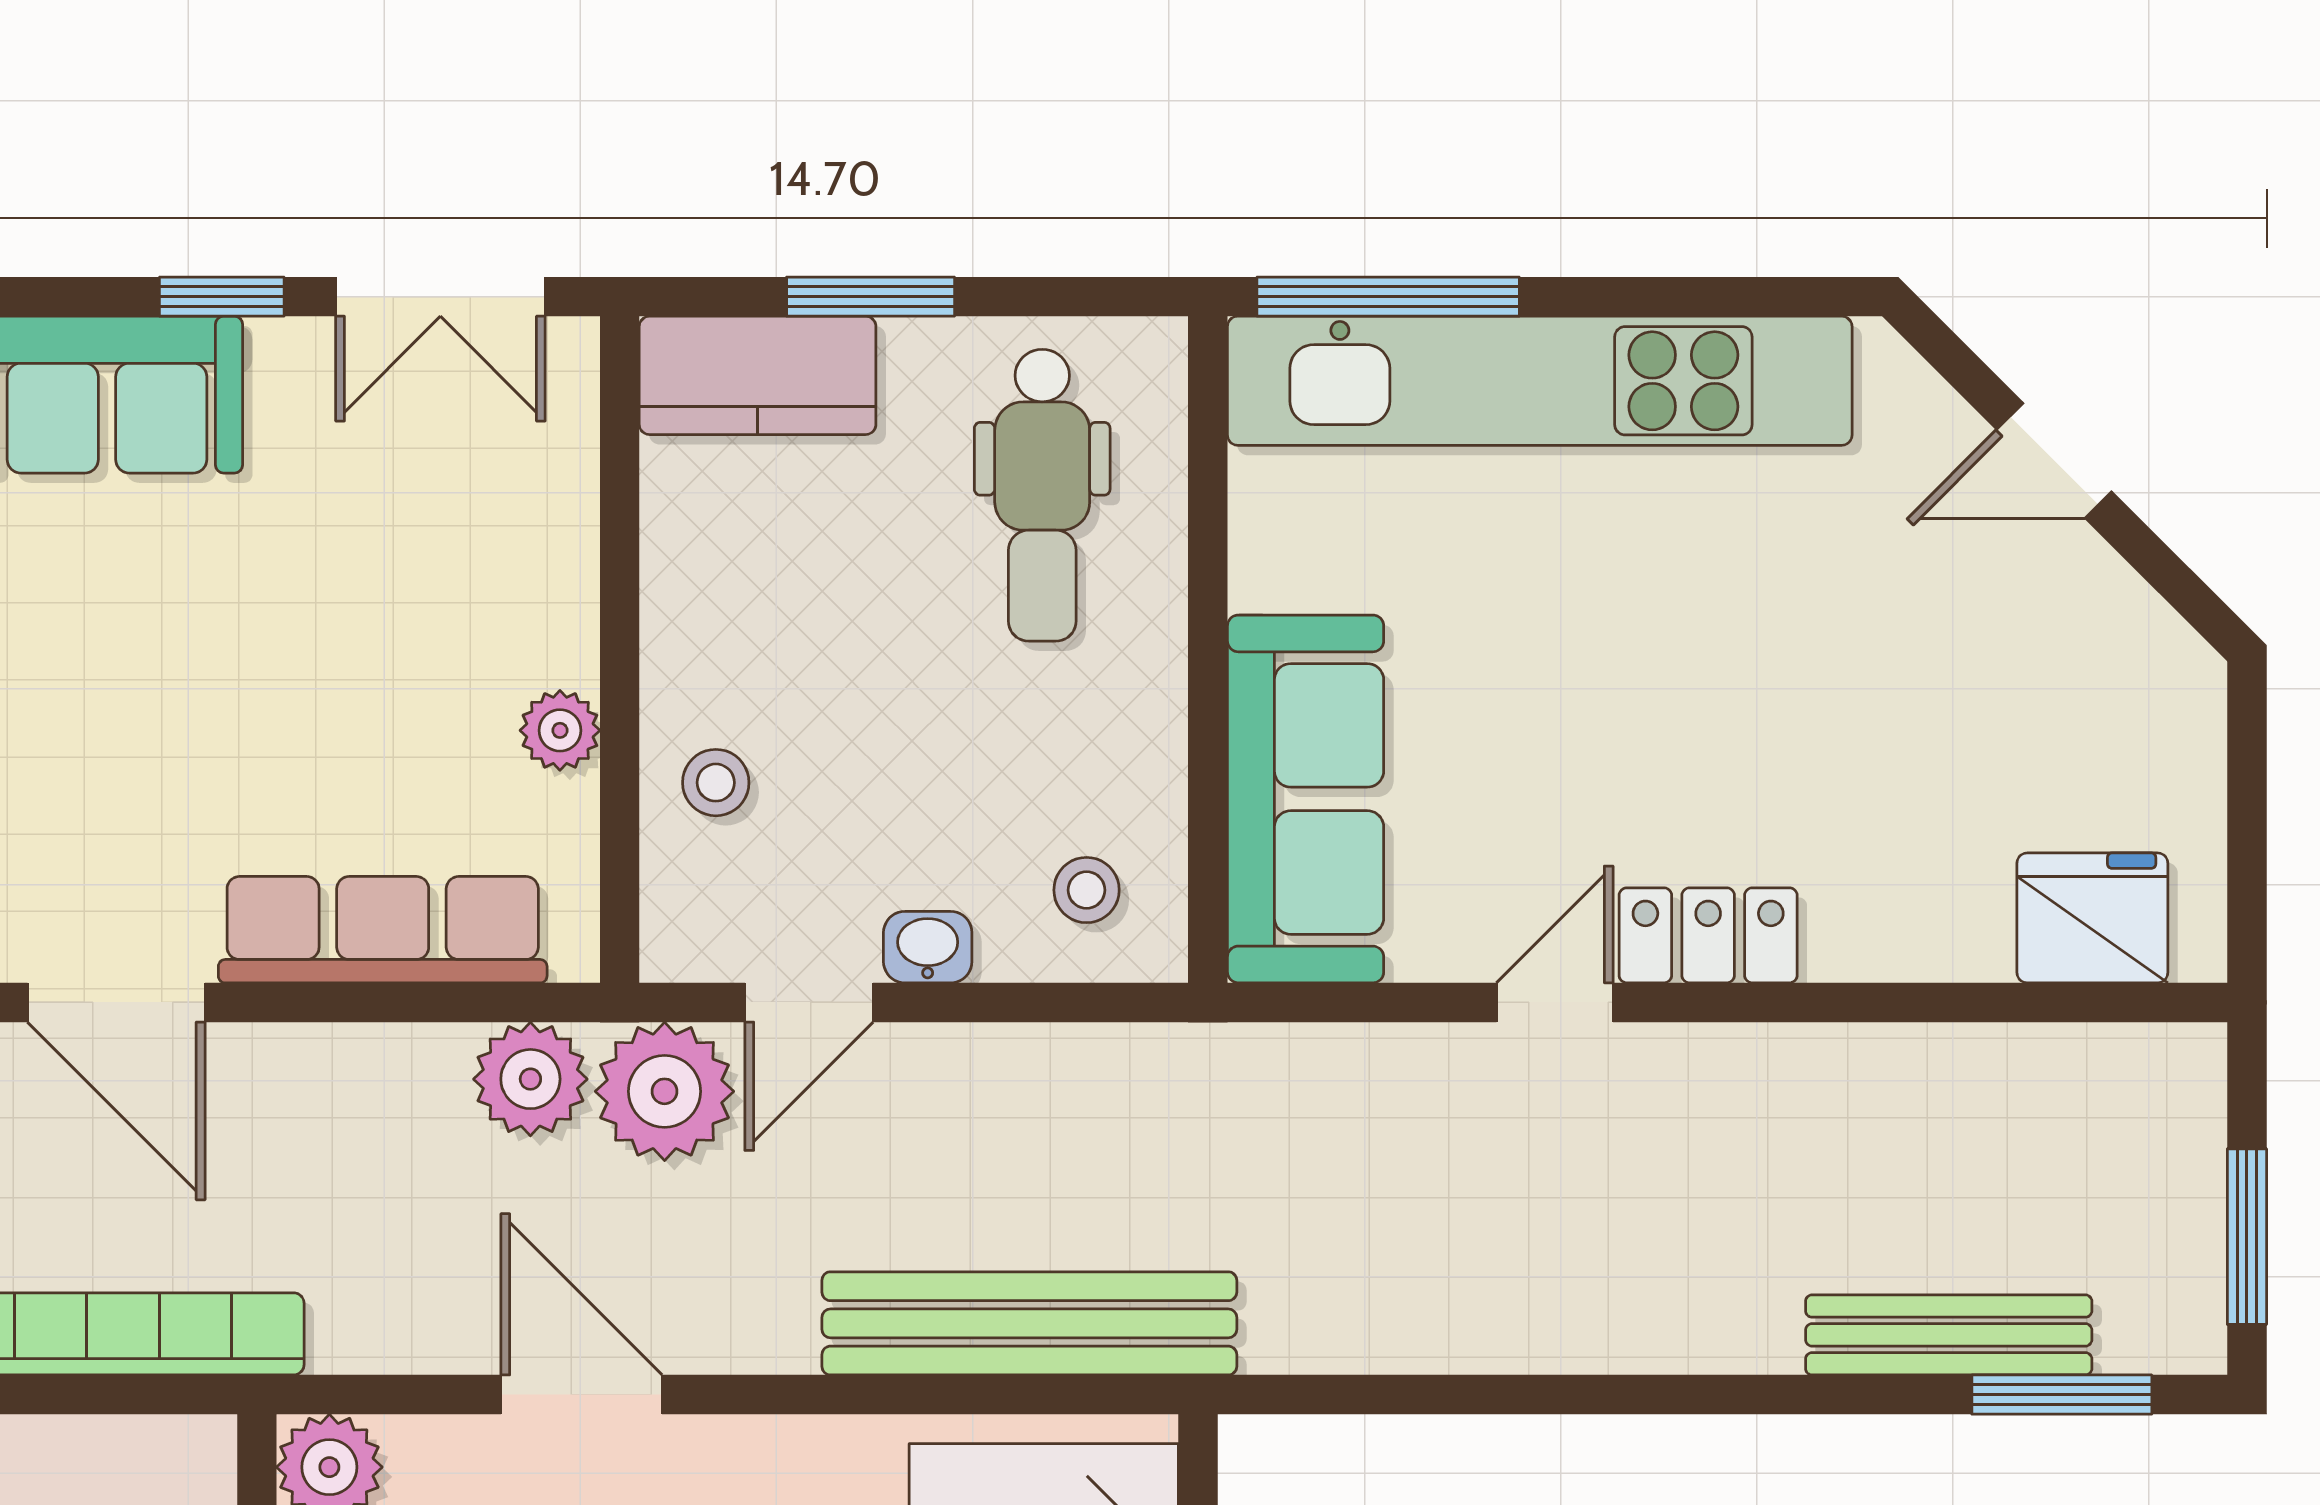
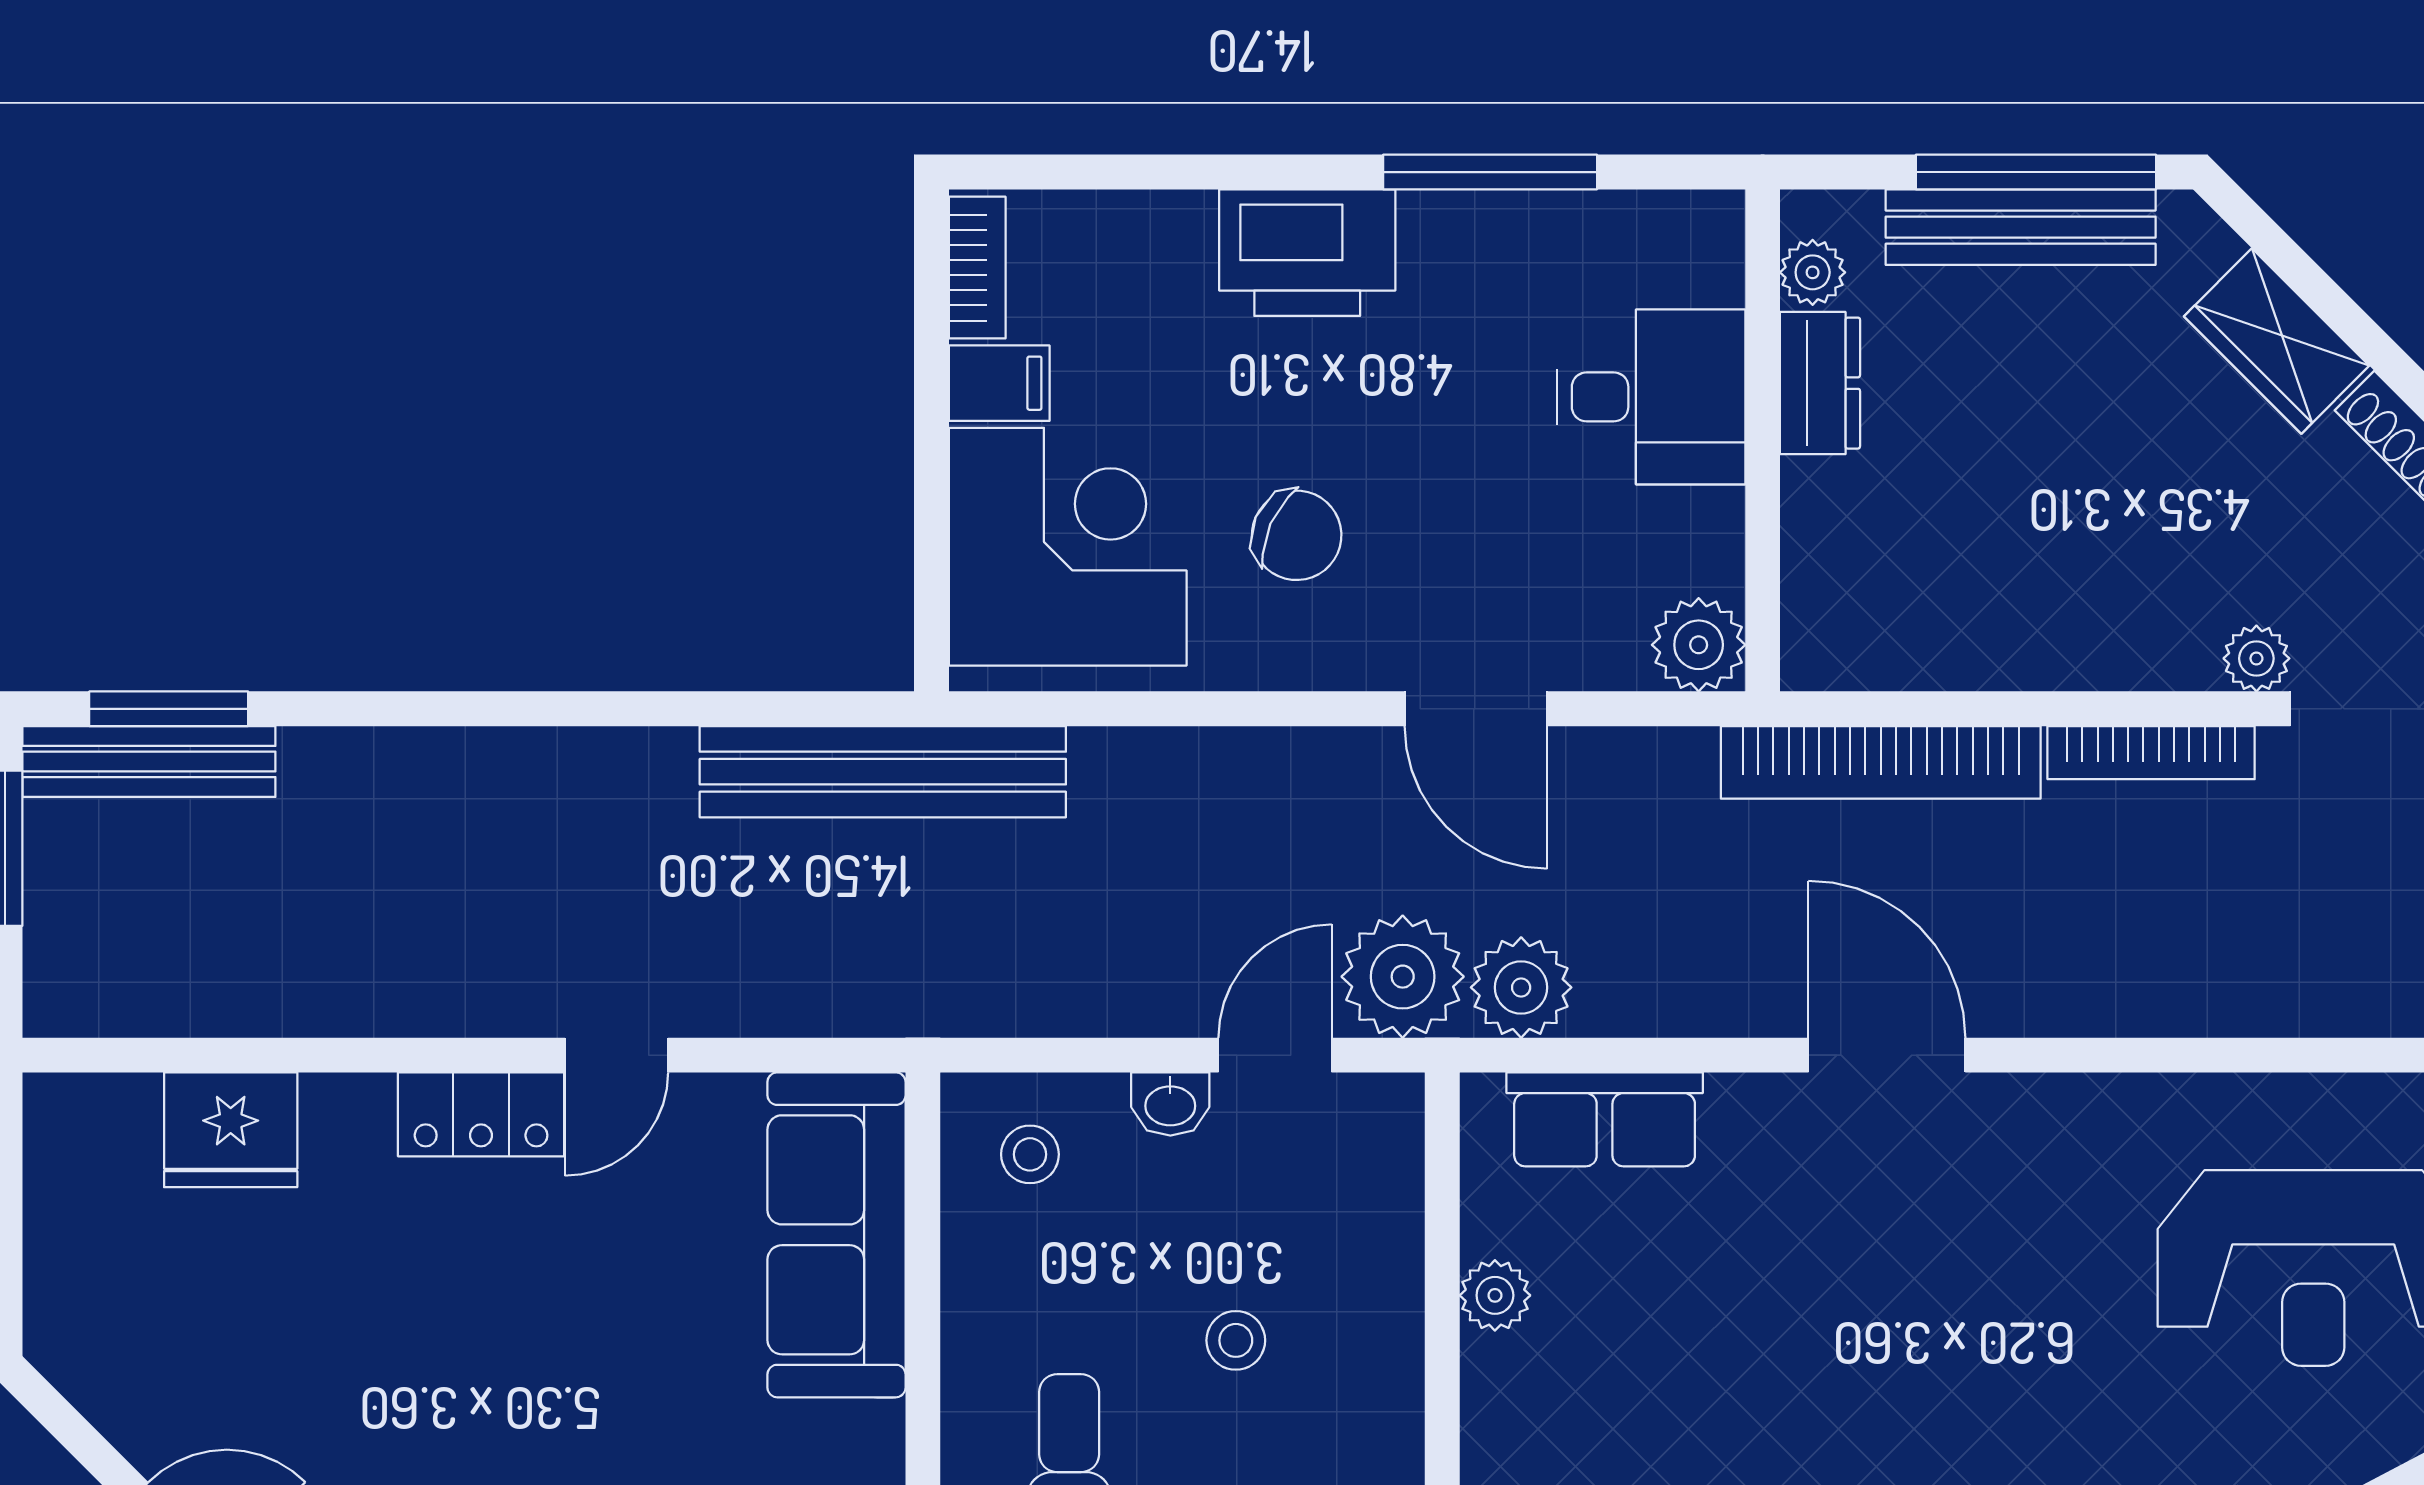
stool: (716, 783) -> (1236, 1340), moved
fridge: (2092, 918) -> (231, 1130), moved
row of seats: (383, 930) -> (1605, 1119), width x0.68
bench: (1029, 1323) -> (883, 772), moved
bench: (1949, 1335) -> (149, 762), moved

